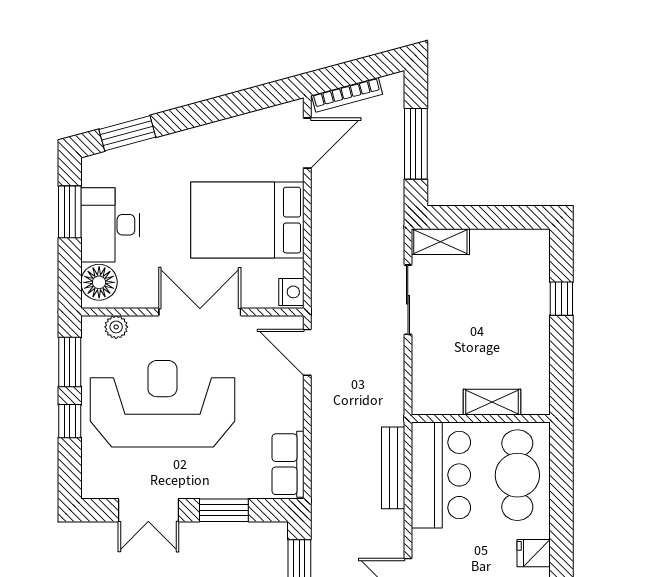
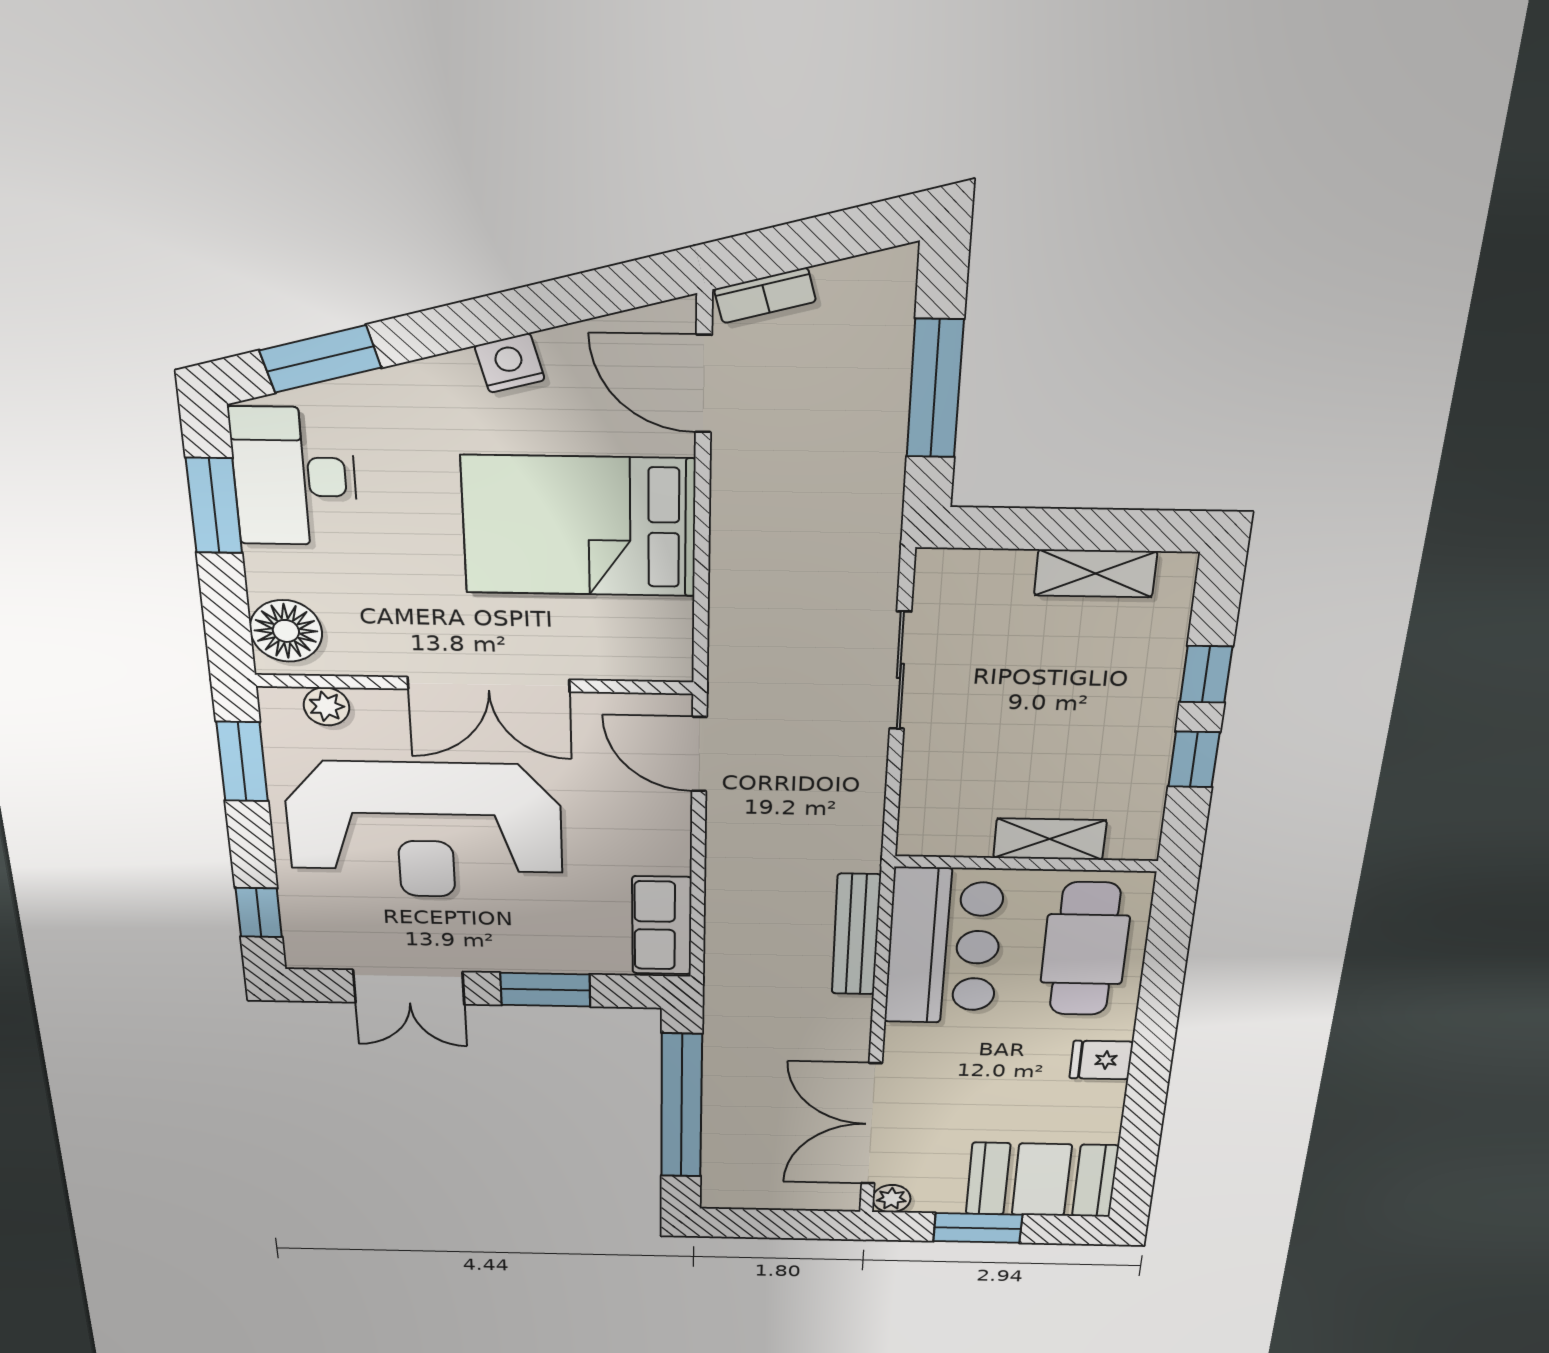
bookcase: (347, 95) -> (765, 295), width x0.64
door: (307, 143) -> (704, 384), swing flipped
desk: (110, 225) -> (294, 477), moved
shelving: (440, 242) -> (1095, 573), moved
nightstand: (291, 292) -> (510, 363), moved, turned -105
double door: (200, 312) -> (489, 684), swing flipped
window: (561, 350) -> (1194, 759), added
reception desk: (162, 404) -> (424, 830), turned 180
window: (70, 421) -> (259, 913), moved

